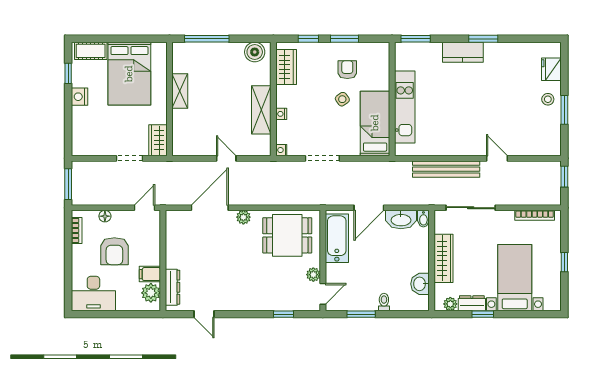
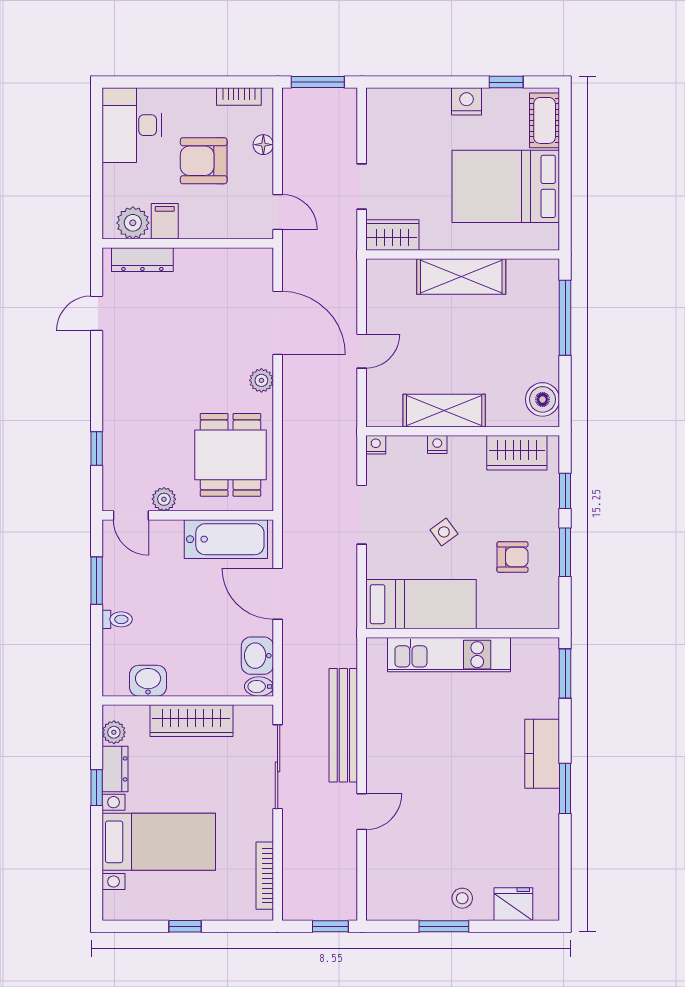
shelving: (180, 91) -> (461, 277), width x1.50, depth x1.33
side table: (342, 99) -> (444, 532), moved
washbasin: (401, 220) -> (257, 656), width x0.72

